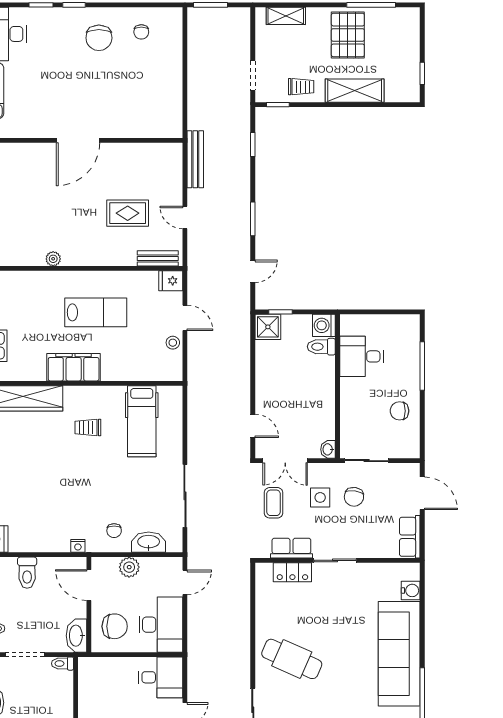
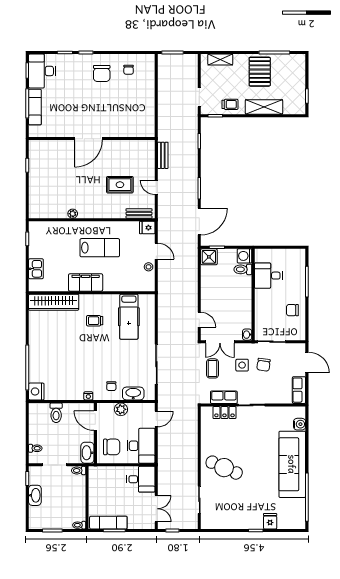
bench: (195, 159) -> (163, 155), width x0.73
door: (253, 271) -> (199, 222), width x1.87

